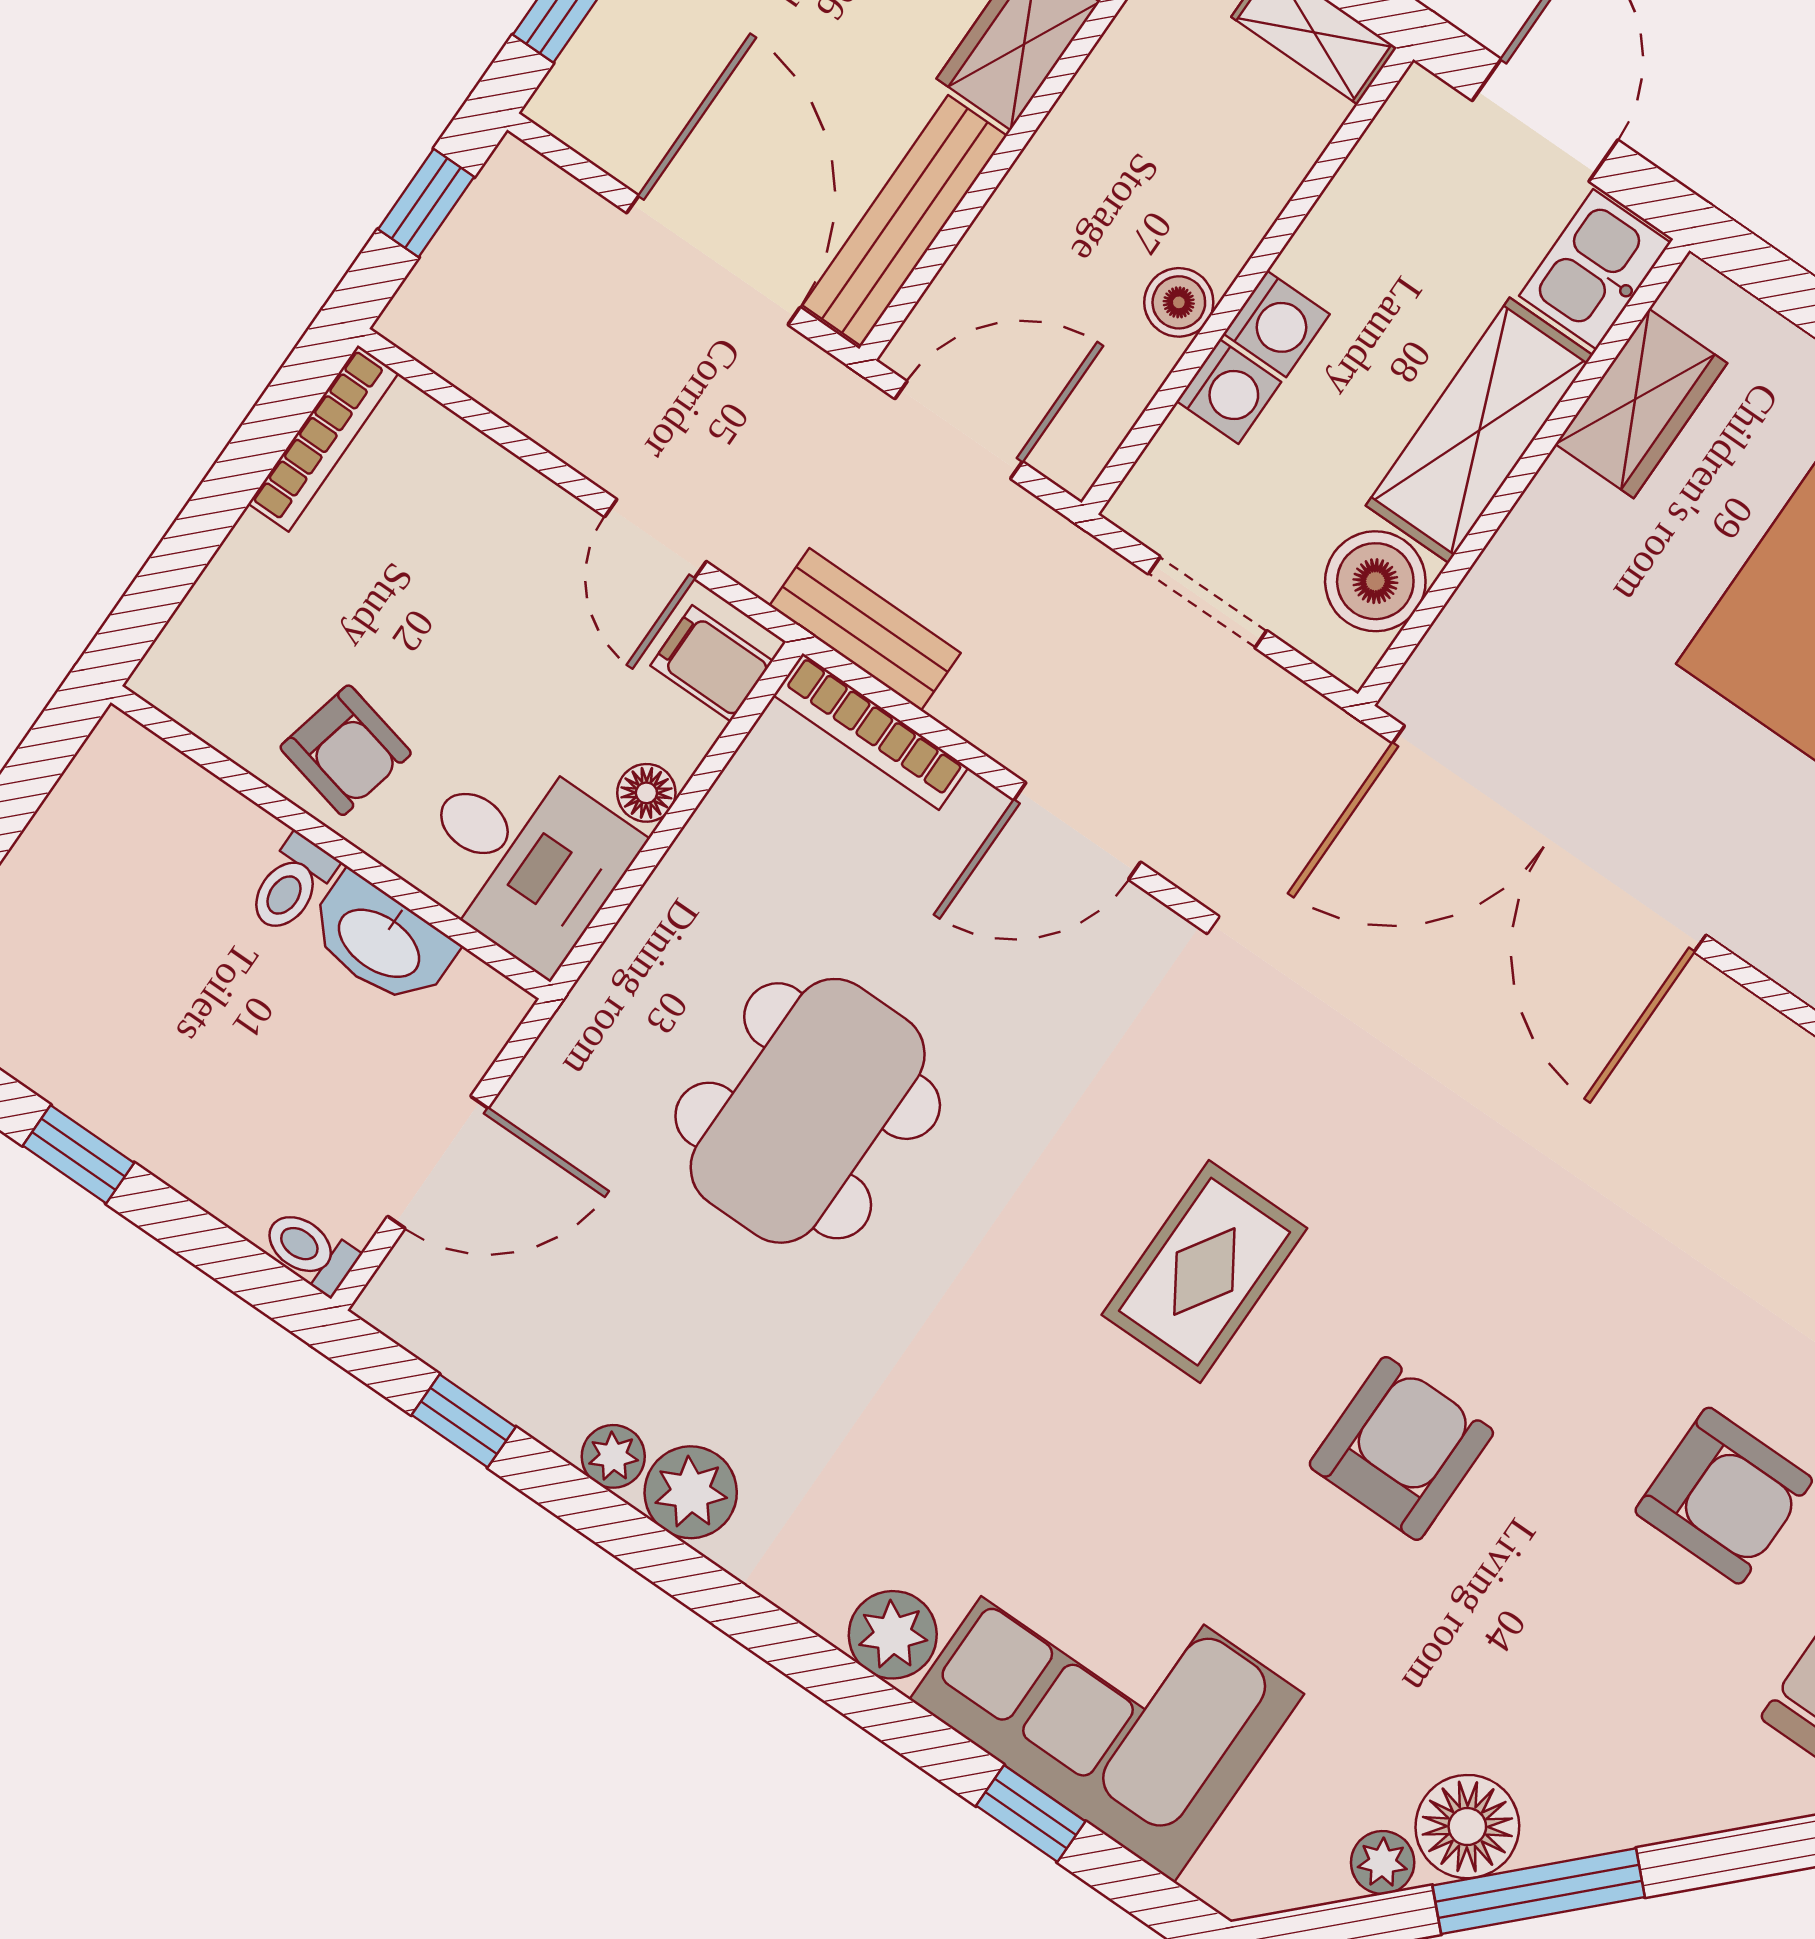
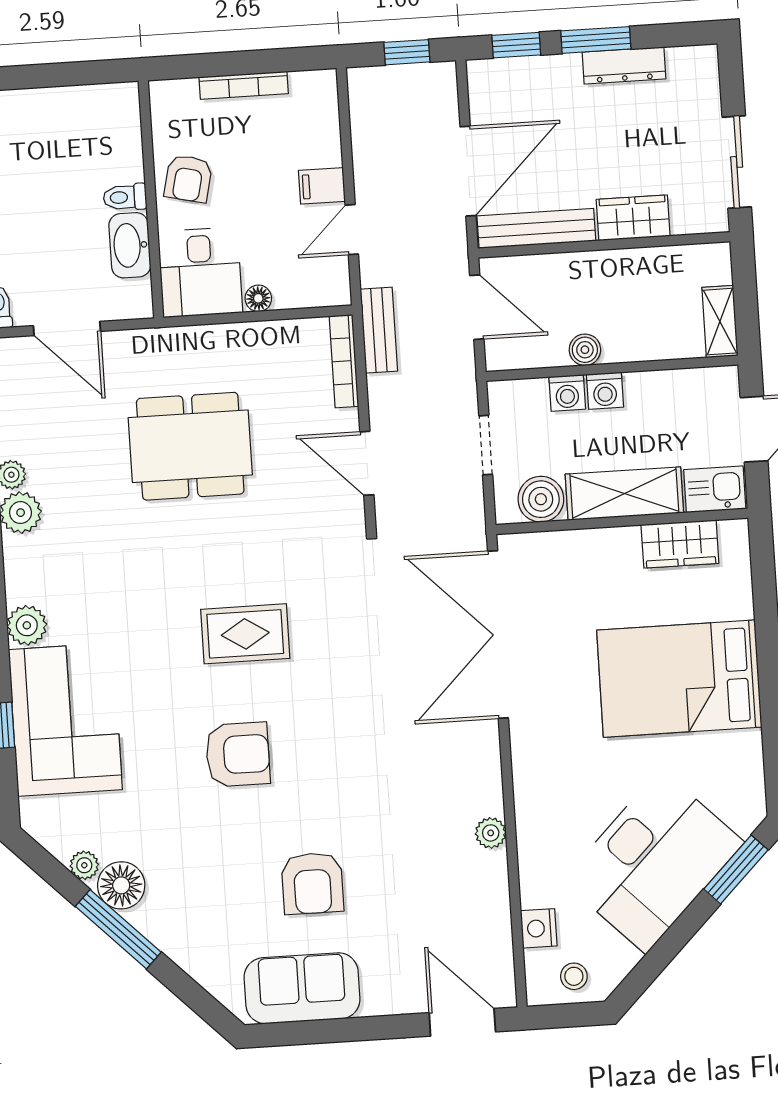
bookcase: (323, 438) -> (244, 85), moved
filing cabinet: (712, 663) -> (322, 186), moved, turned -90

